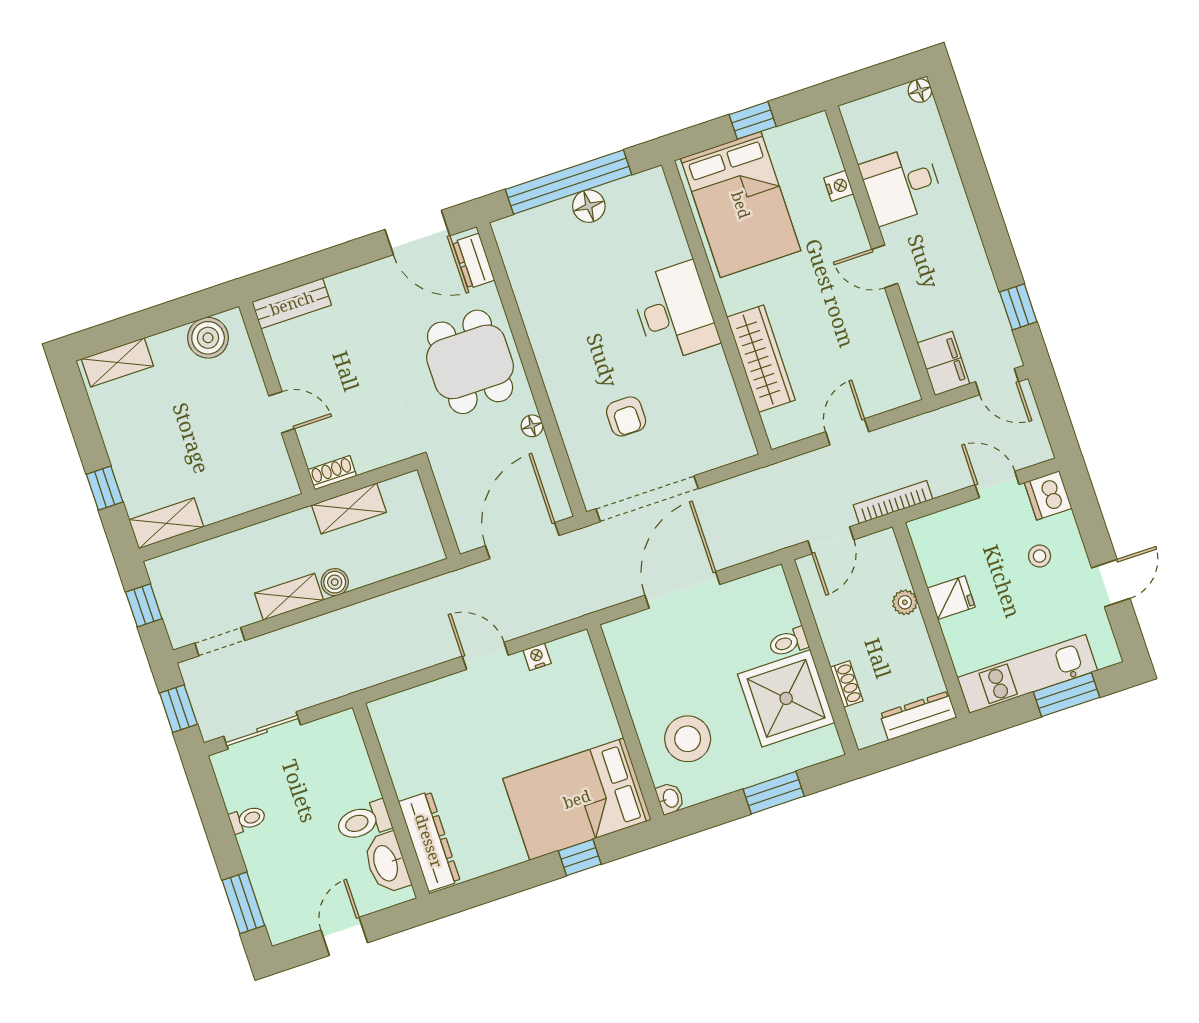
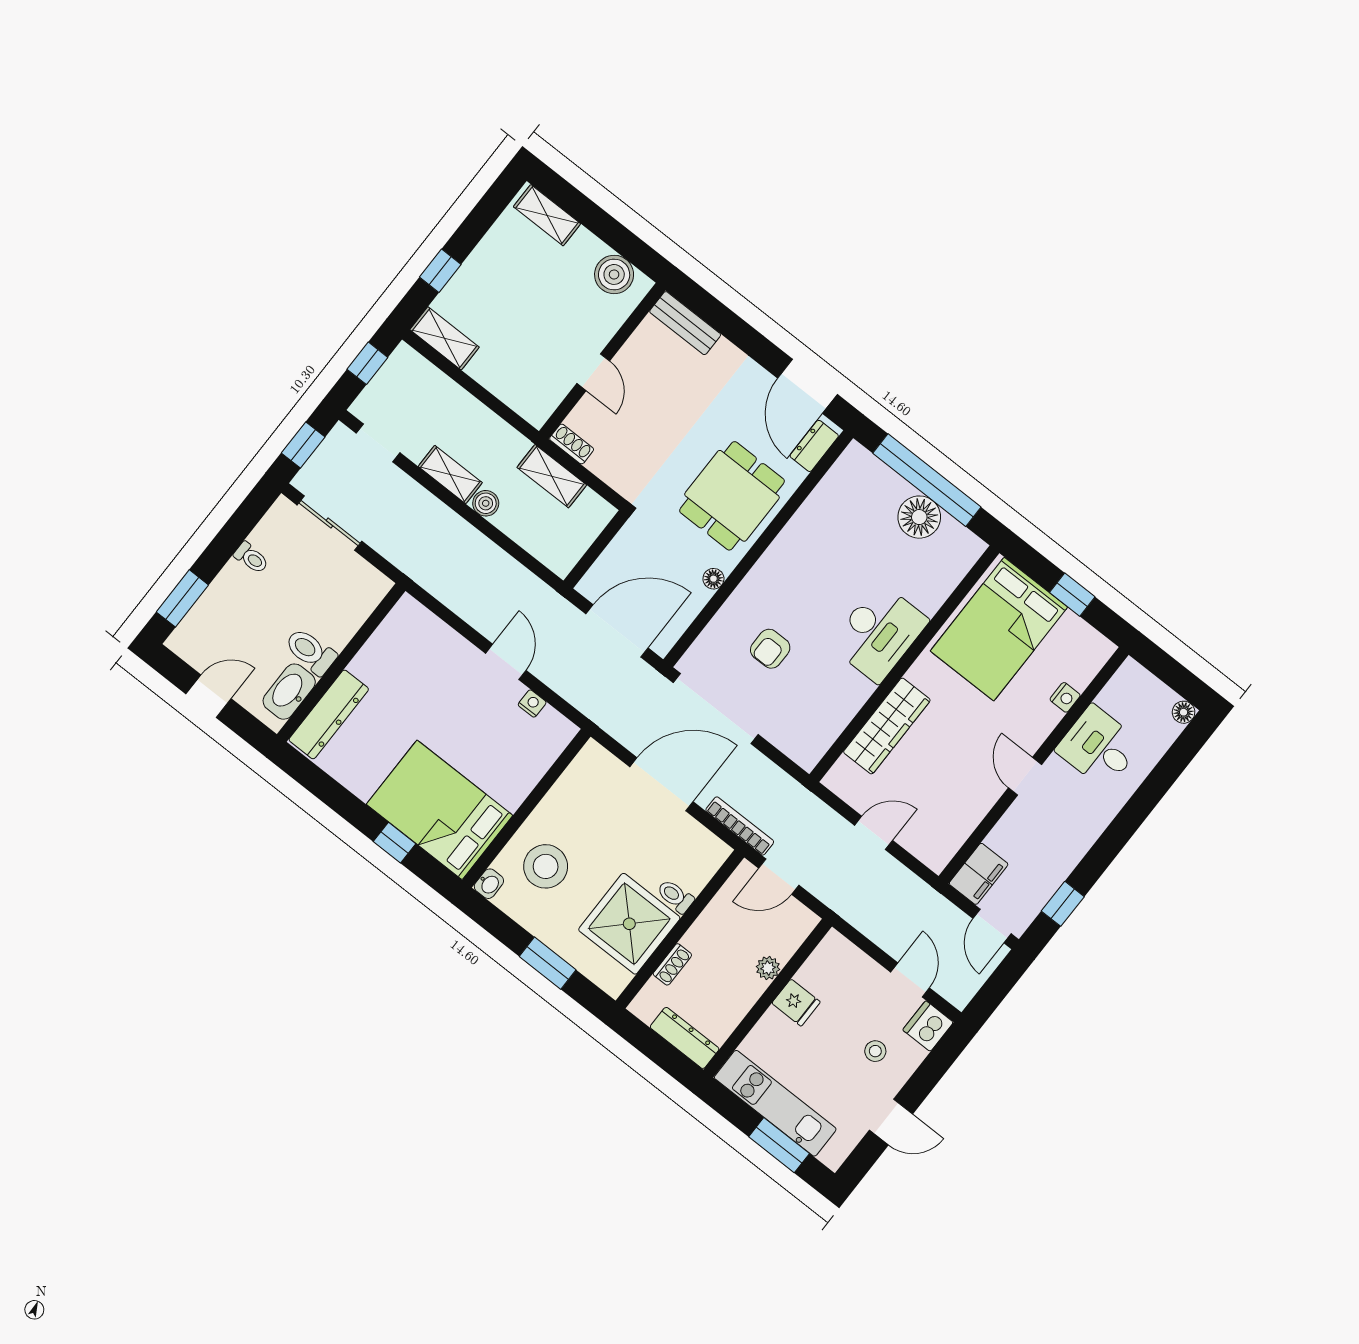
floor lamp: (589, 206) -> (919, 517), width x1.38, depth x1.38
bookcase: (893, 502) -> (740, 826), moved

